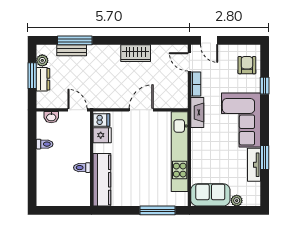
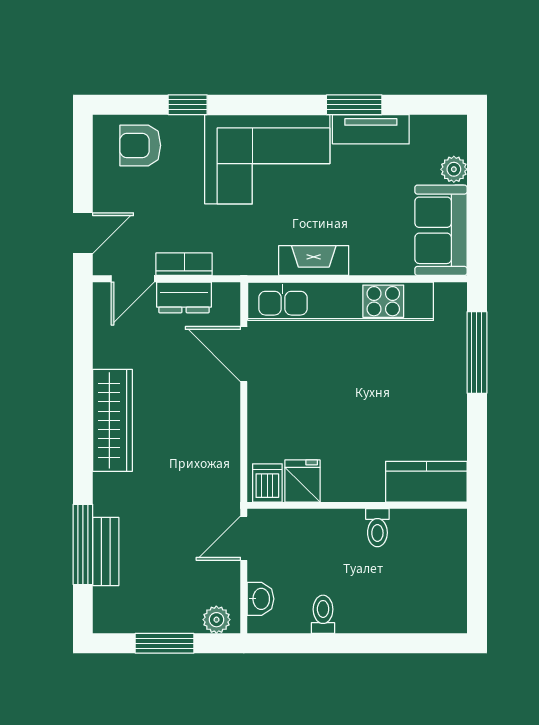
wardrobe: (136, 53) -> (112, 420), width x1.50
plant: (42, 60) -> (216, 620), moved
dresser: (43, 79) -> (184, 297), moved, turned 180
door: (141, 110) -> (244, 354), moved
fireplace: (197, 112) -> (314, 261), moved
kitchen counter: (102, 180) -> (426, 482), width x0.67

